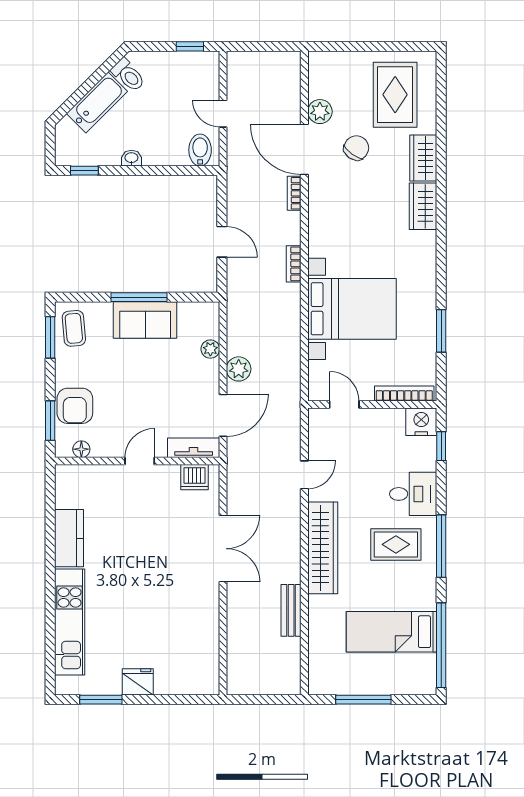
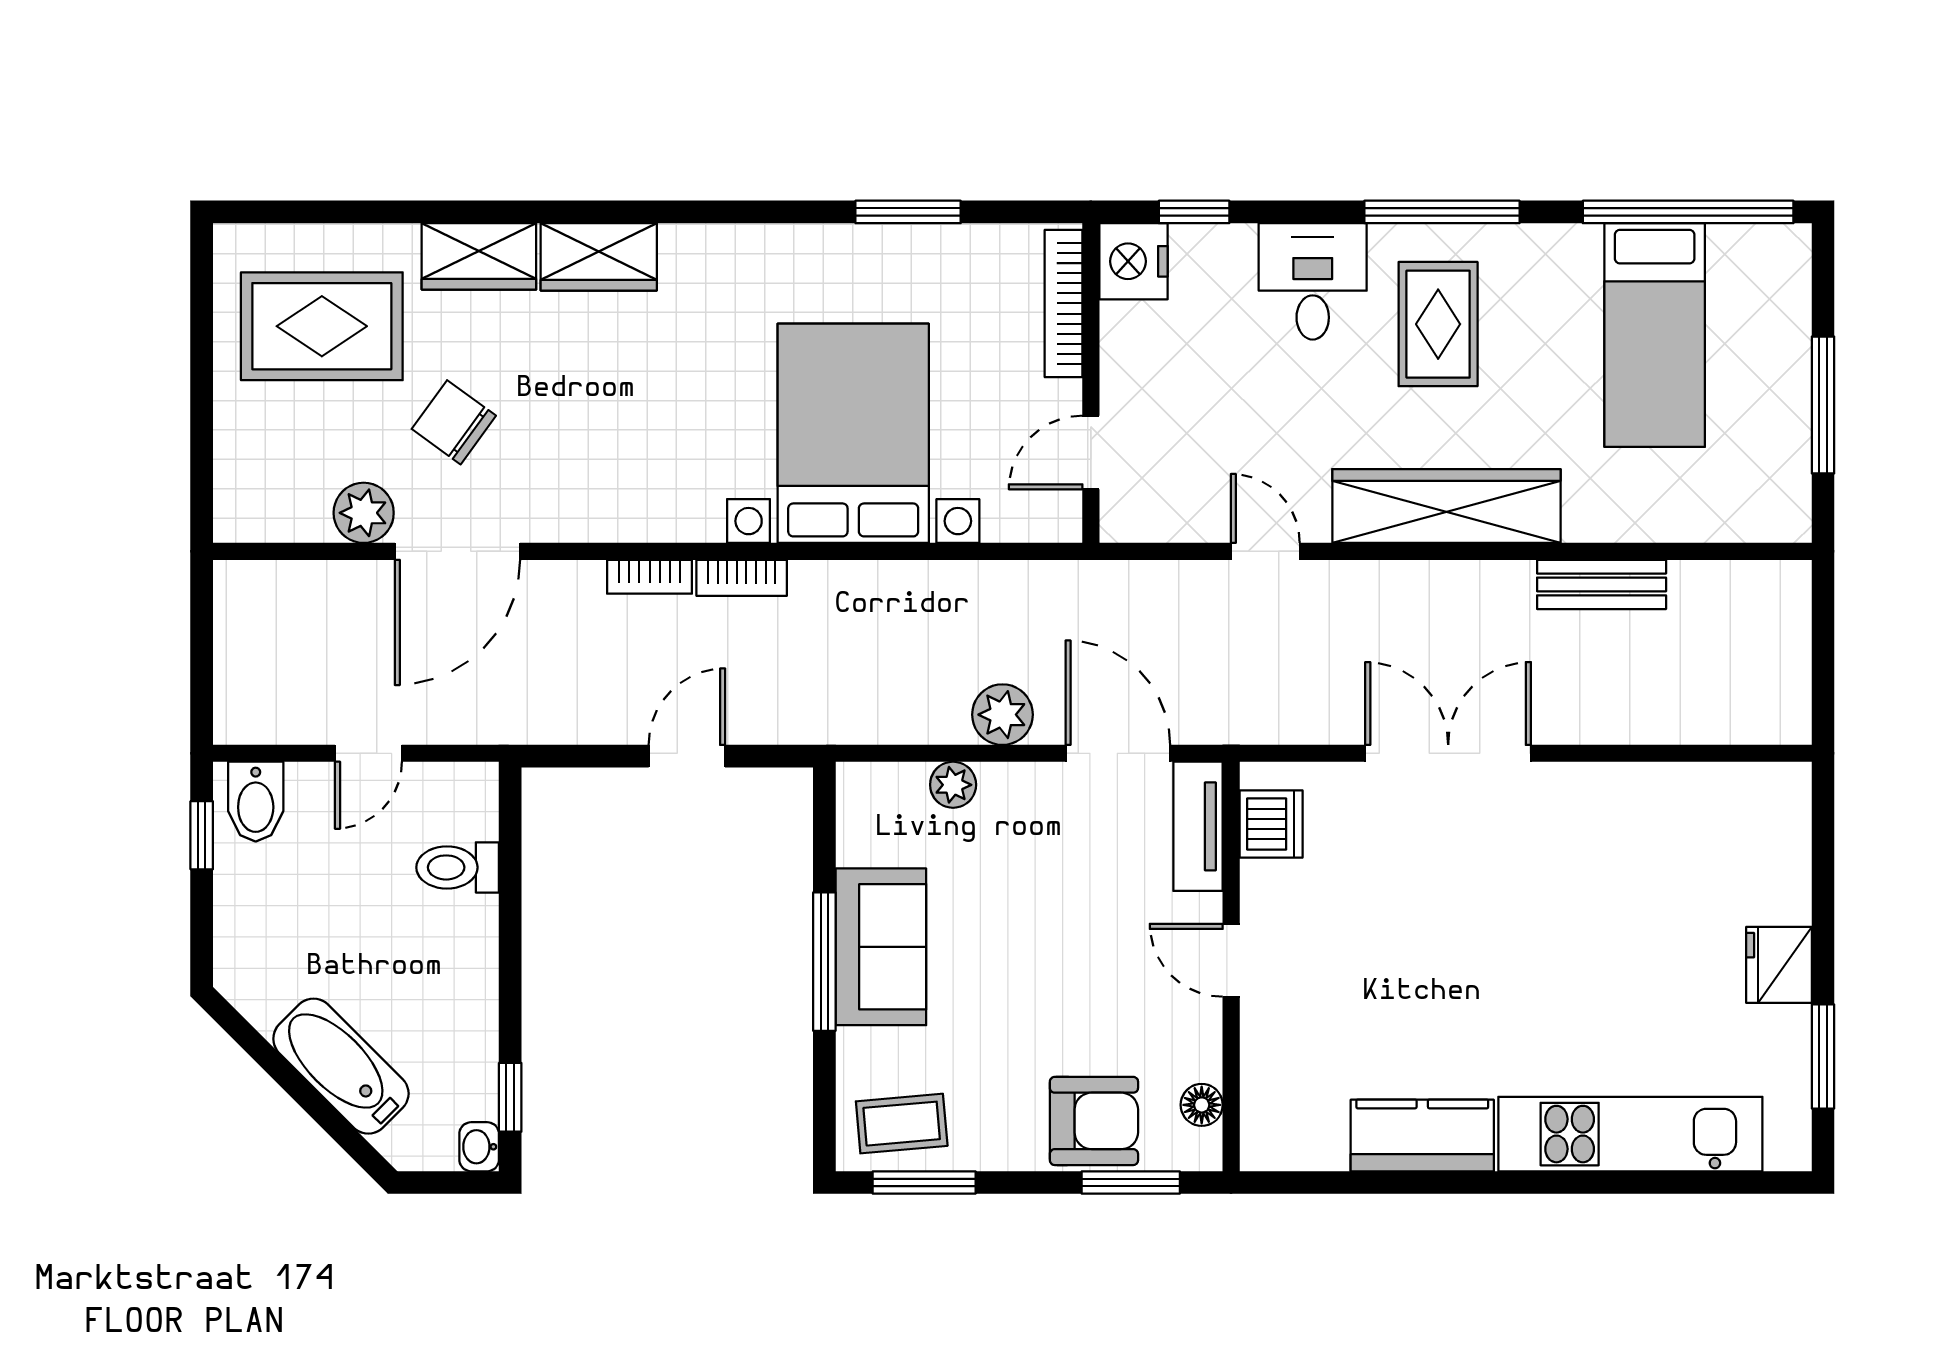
toilet: (128, 75) -> (458, 867), moved, turned -135
bidet: (200, 150) -> (256, 802), moved, turned -90
washbasin: (131, 158) -> (479, 1147), moved
bookcase: (294, 193) -> (650, 577), moved

